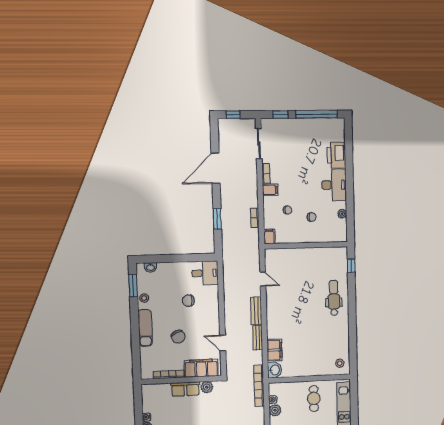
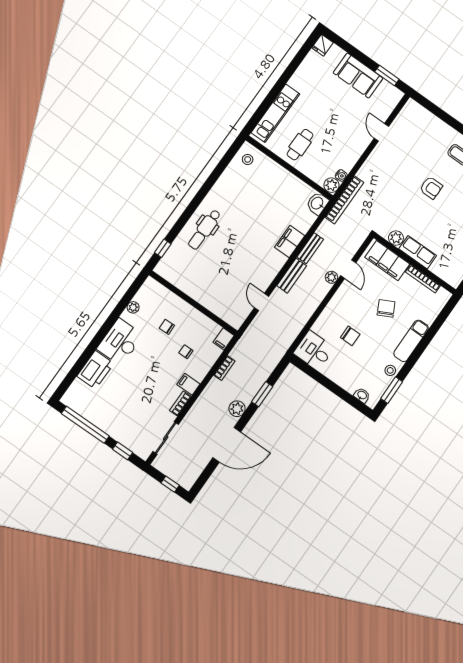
plant: (227, 197) -> (237, 409), added
plant: (230, 330) -> (331, 277), added
filing cabinet: (275, 350) -> (290, 242), moved
plant: (275, 410) -> (331, 185), moved

